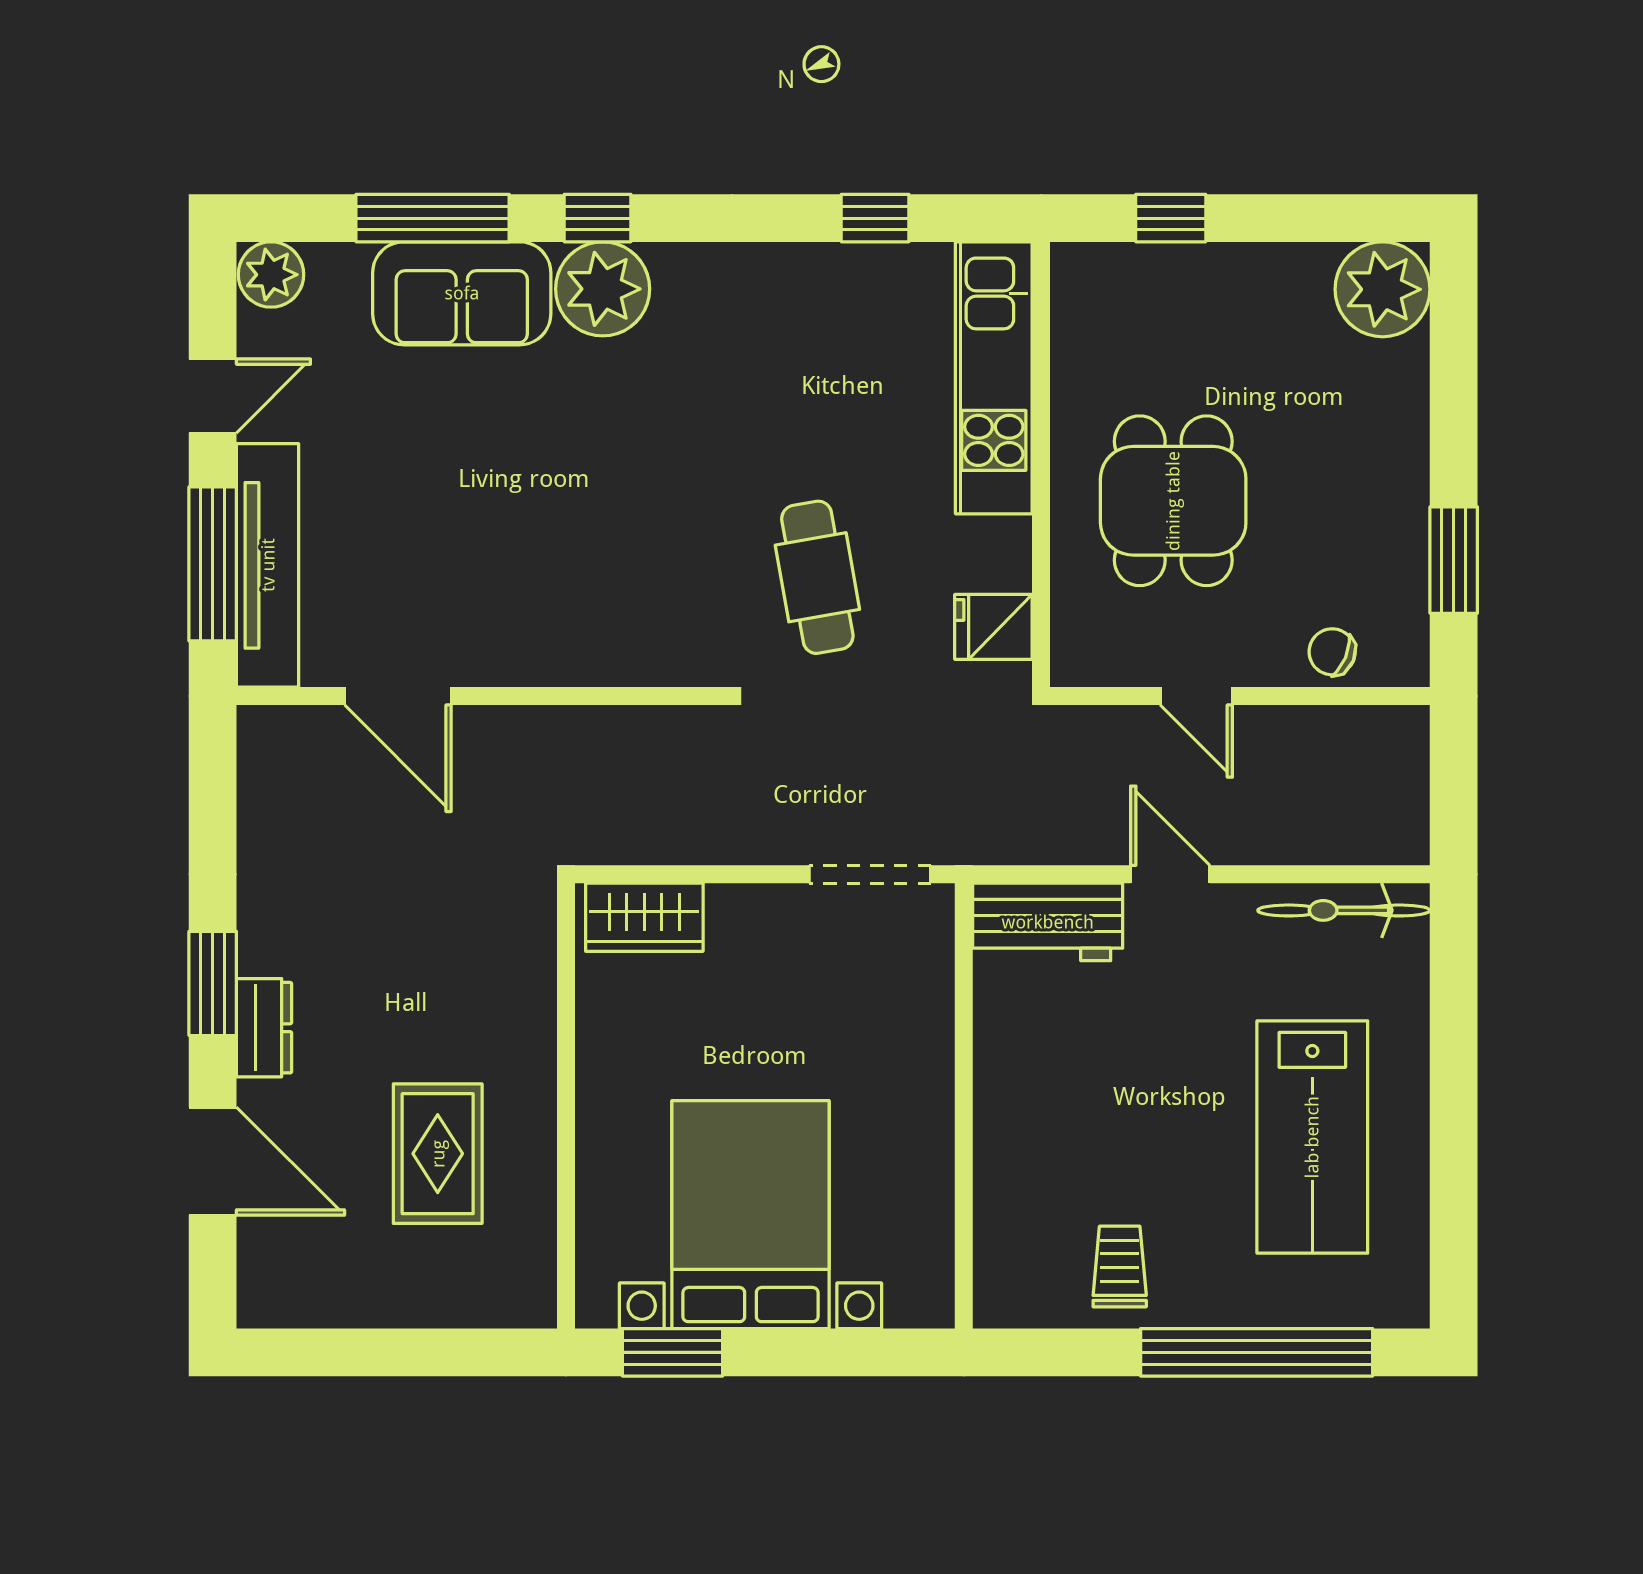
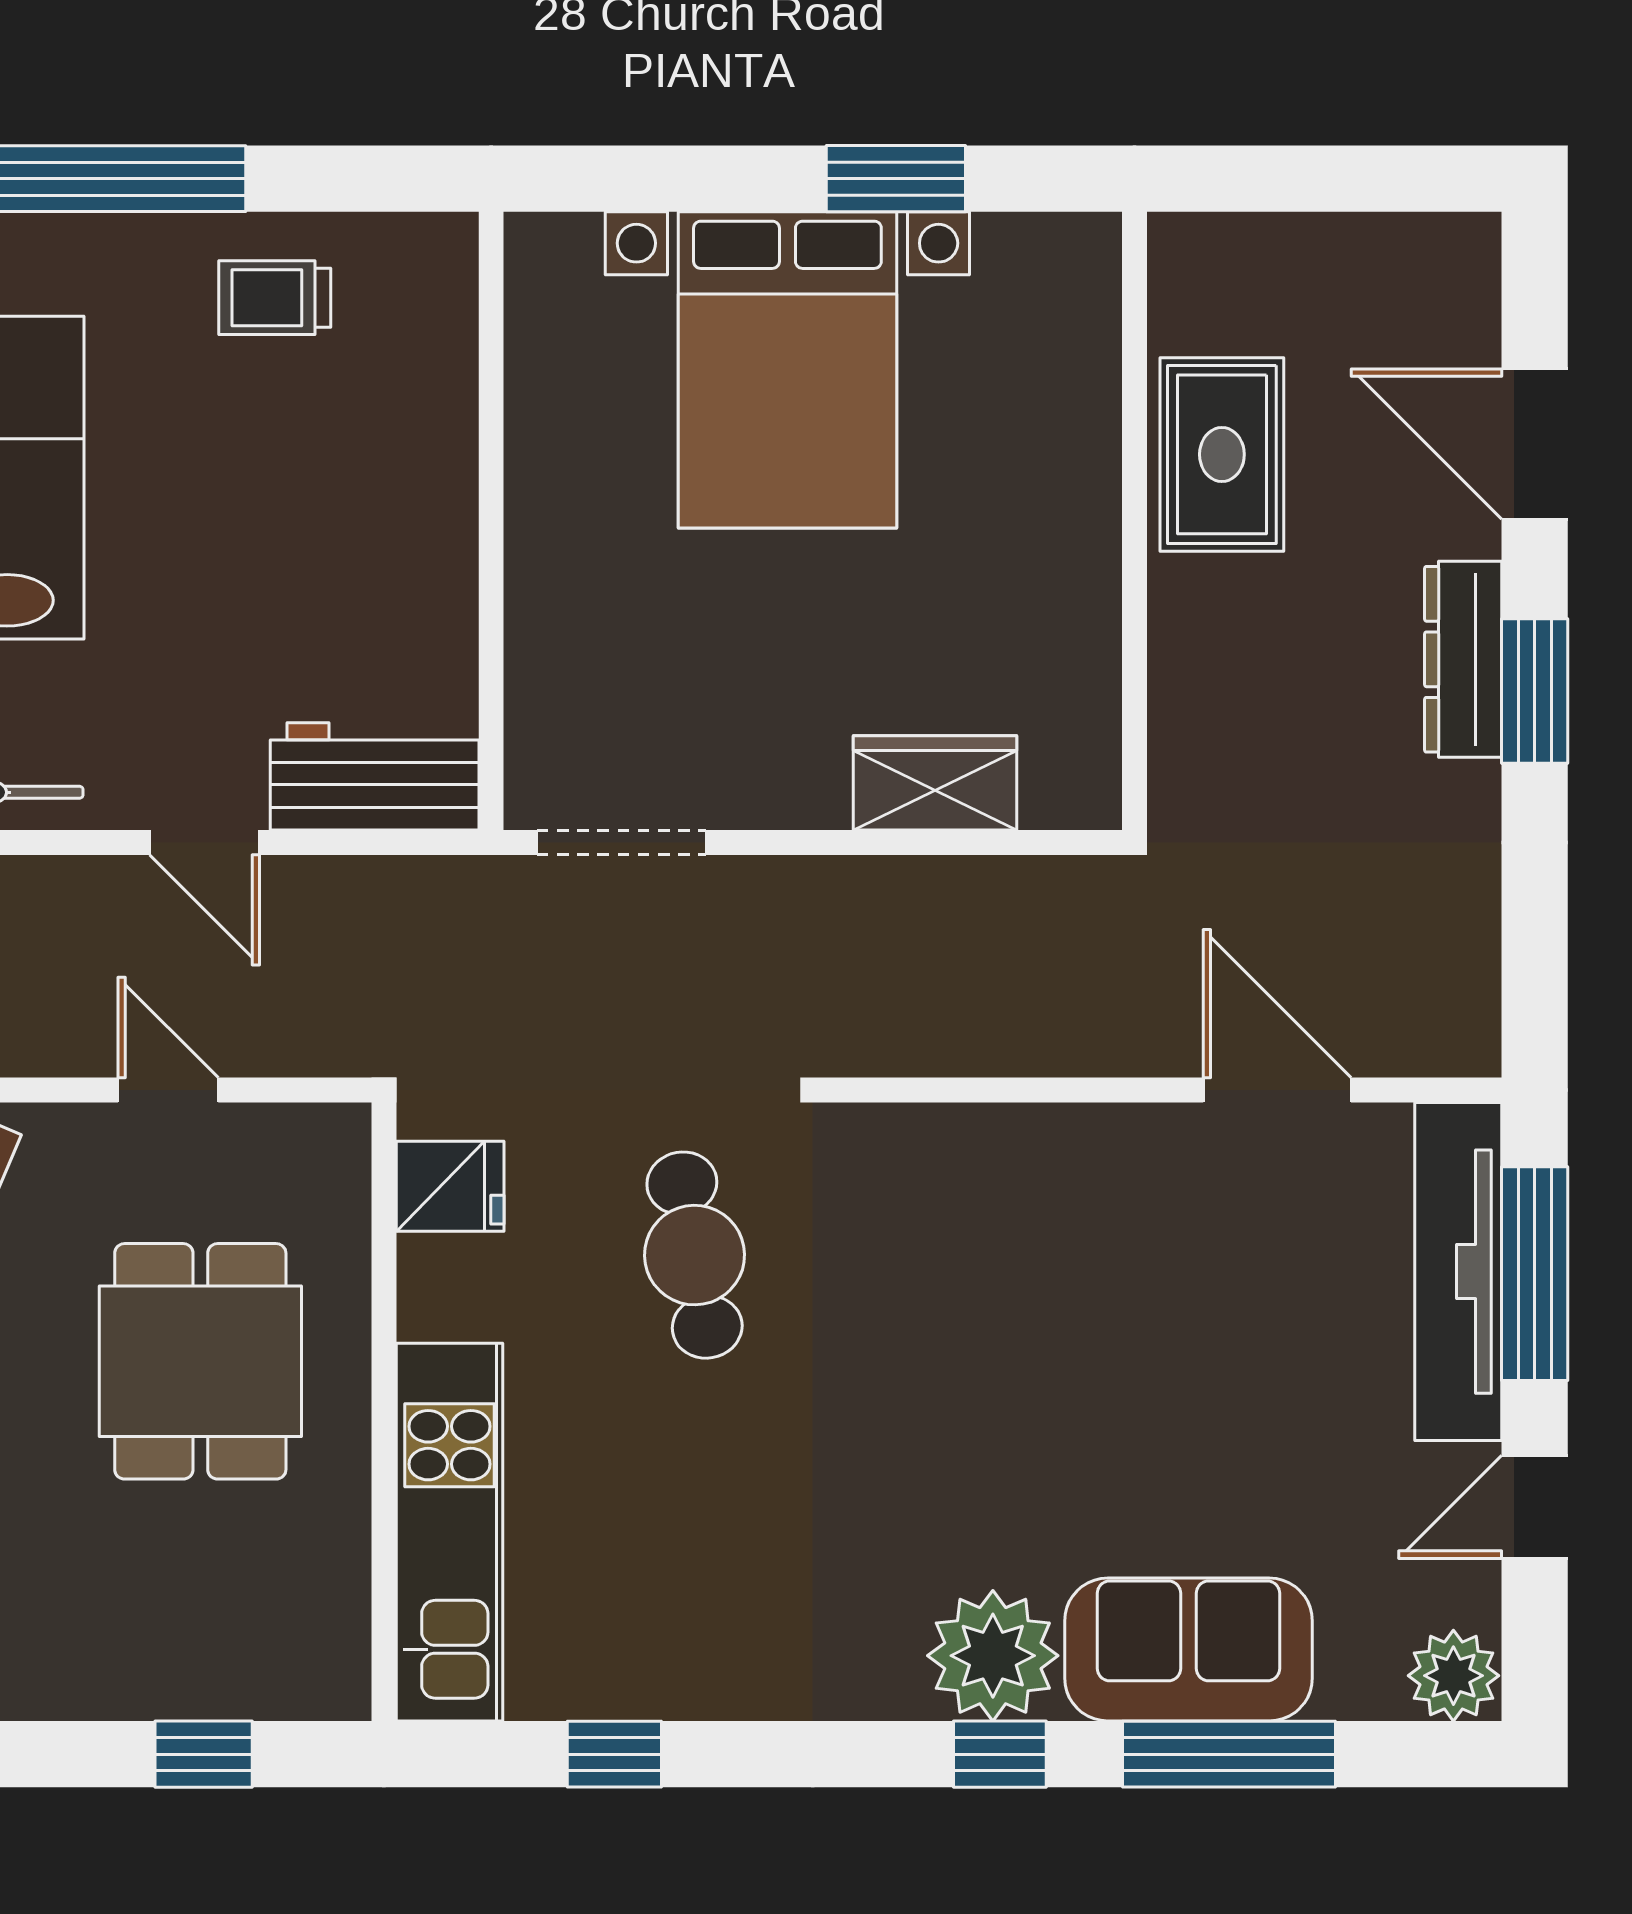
dresser: (264, 1028) -> (1463, 659), width x1.44
wall: (566, 1106) -> (1135, 521), moved
trolley: (1120, 1267) -> (275, 298), turned 90

